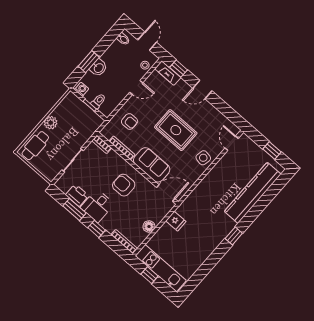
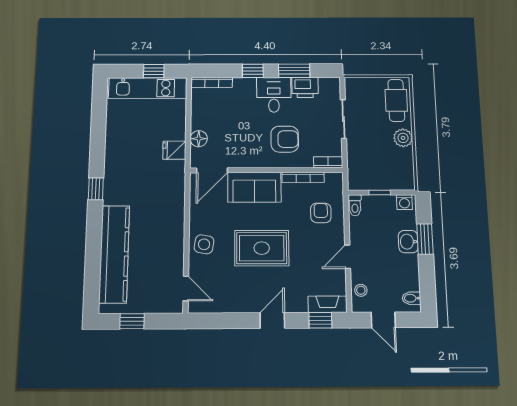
toilet: (98, 101) -> (355, 205), moved
armchair: (130, 121) -> (321, 213), turned 90
armchair: (124, 185) -> (285, 139), moved
floor lamp: (149, 227) -> (199, 139), moved

